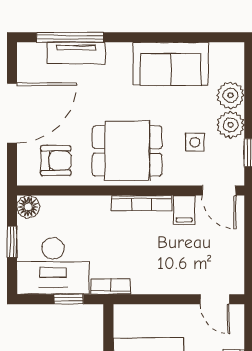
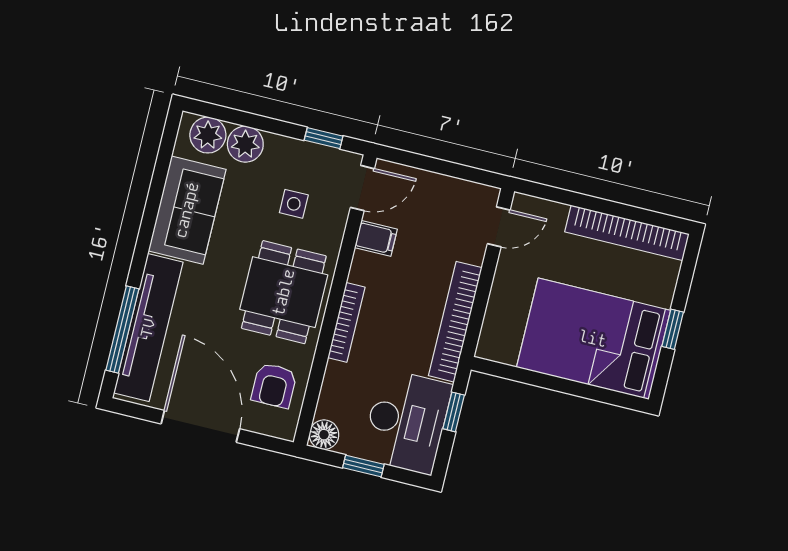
tv unit: (76, 53) -> (148, 328), width x1.92, depth x1.29
plant: (230, 125) -> (208, 135), moved
armchair: (56, 161) -> (274, 385), turned 180
bookcase: (142, 203) -> (346, 322), moved
bookcase: (111, 286) -> (455, 322), width x2.31, depth x1.31

